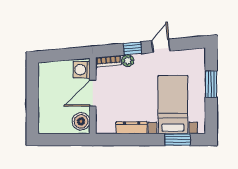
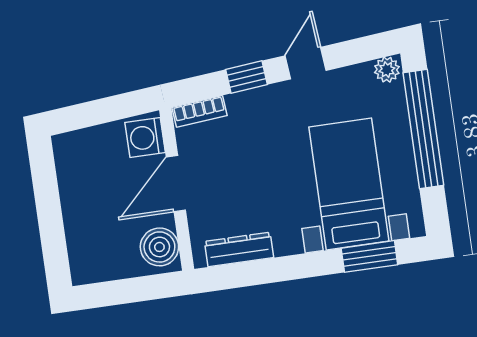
plant: (128, 61) -> (387, 70), moved
window: (211, 84) -> (423, 129), width x2.11
dresser: (132, 128) -> (239, 249), moved

